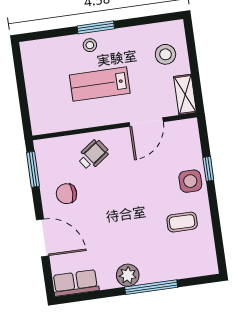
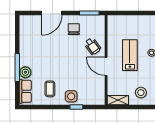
door: (146, 122) -> (106, 66), moved
plant: (128, 275) -> (25, 72), moved
row of seats: (76, 283) -> (25, 91), moved

